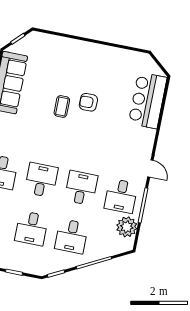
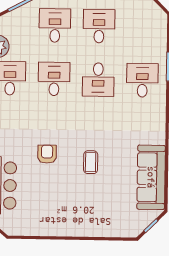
armchair: (88, 102) -> (47, 154), moved, turned -90
desk: (81, 188) -> (54, 79), turned 180

